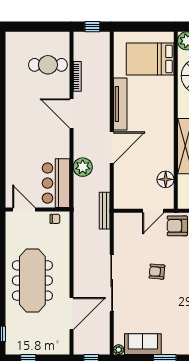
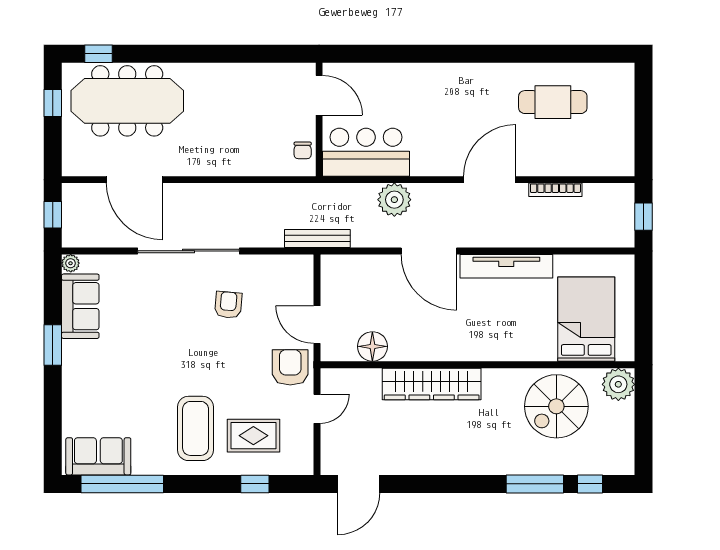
cafe table: (48, 65) -> (553, 102), moved, turned 90
door: (24, 210) -> (319, 95), hinge flipped
armchair: (157, 272) -> (228, 305), moved
meeting table: (32, 280) -> (127, 101), moved

